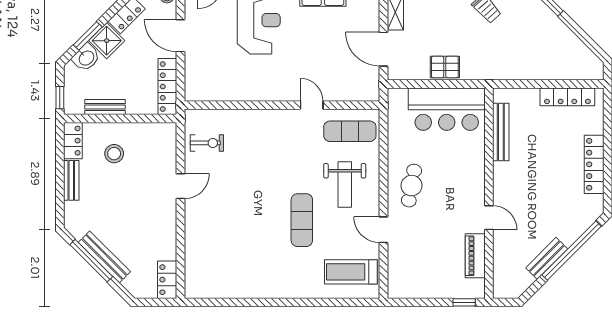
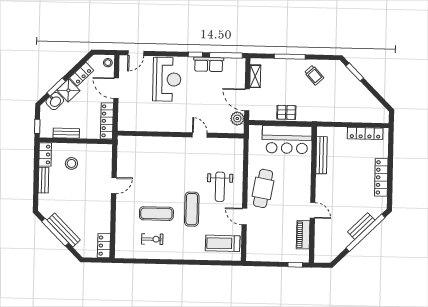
plant: (369, 78) -> (237, 118), added
exercise mat: (350, 131) -> (156, 214), moved
exercise bike: (207, 143) -> (152, 239), moved
cafe table: (411, 186) -> (263, 188), width x1.37, depth x1.35
bench: (547, 258) -> (361, 226), moved

